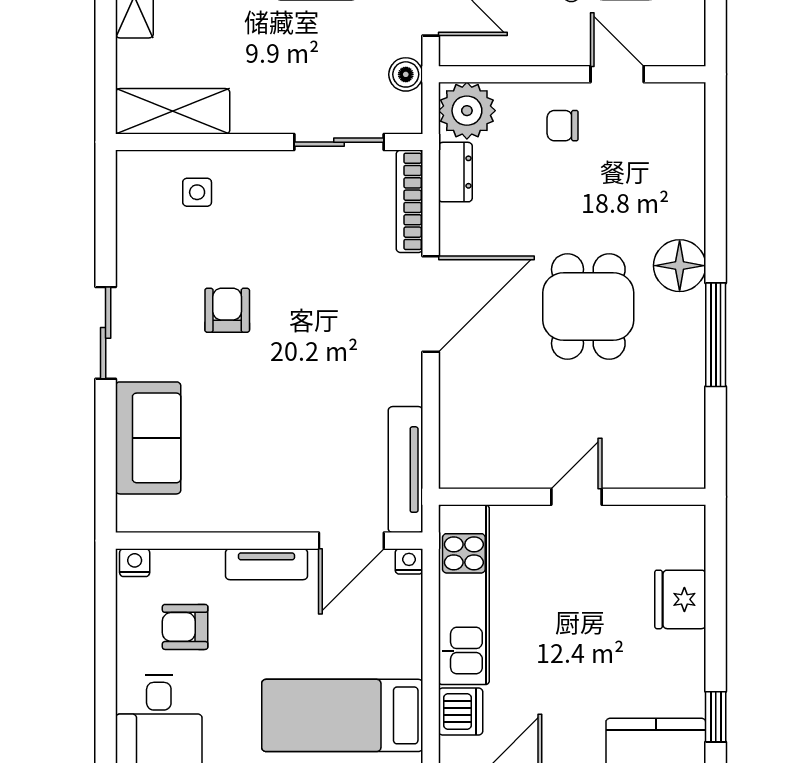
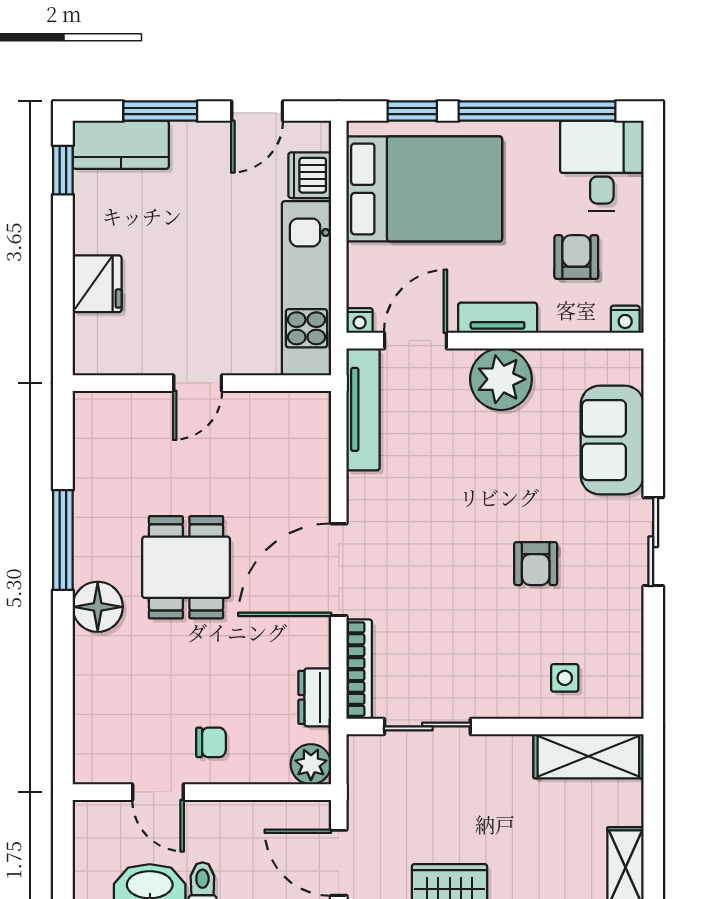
boiler: (406, 74) -> (363, 792), removed
plant: (467, 111) -> (311, 764), width x0.73, depth x0.73
plant: (263, 501) -> (501, 379), added
armchair: (185, 627) -> (576, 257), turned -90
bed: (342, 715) -> (424, 189), width x1.50

